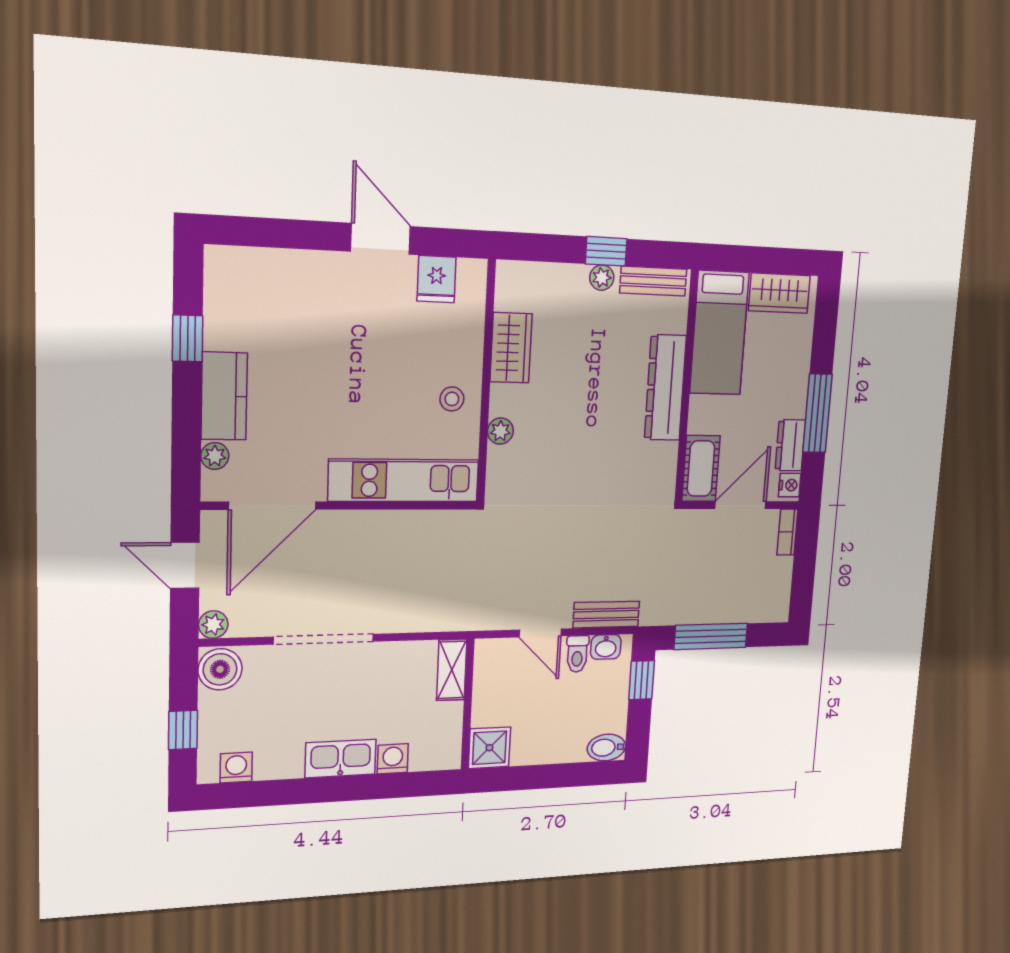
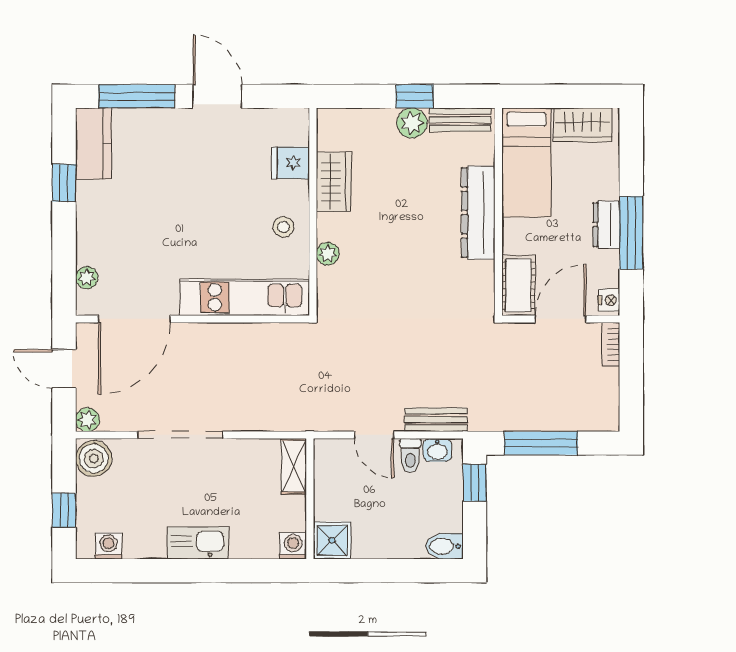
window: (282, 233) -> (137, 96), added
plant: (602, 278) -> (412, 123), width x1.38, depth x1.38
fridge: (437, 279) -> (290, 163), moved, turned 90
kitchen counter: (224, 396) -> (93, 144), moved
dresser: (790, 445) -> (606, 225), moved
washing machine: (393, 759) -> (293, 546), moved

